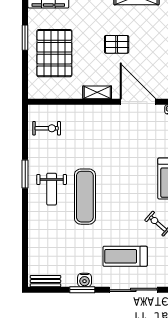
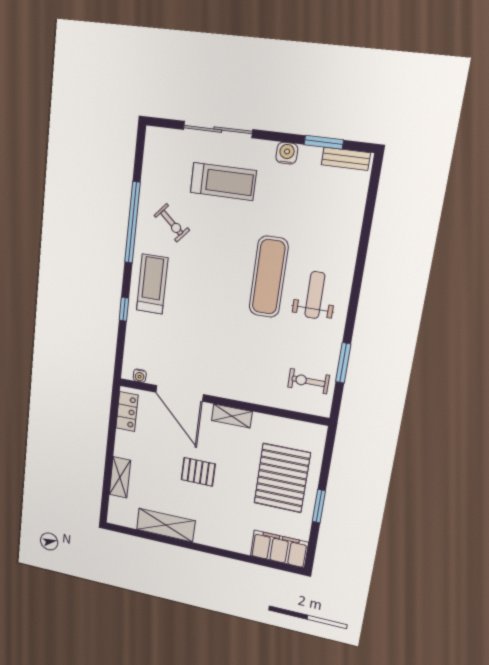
window: (25, 174) -> (343, 363), moved
window: (82, 290) -> (324, 142), moved

